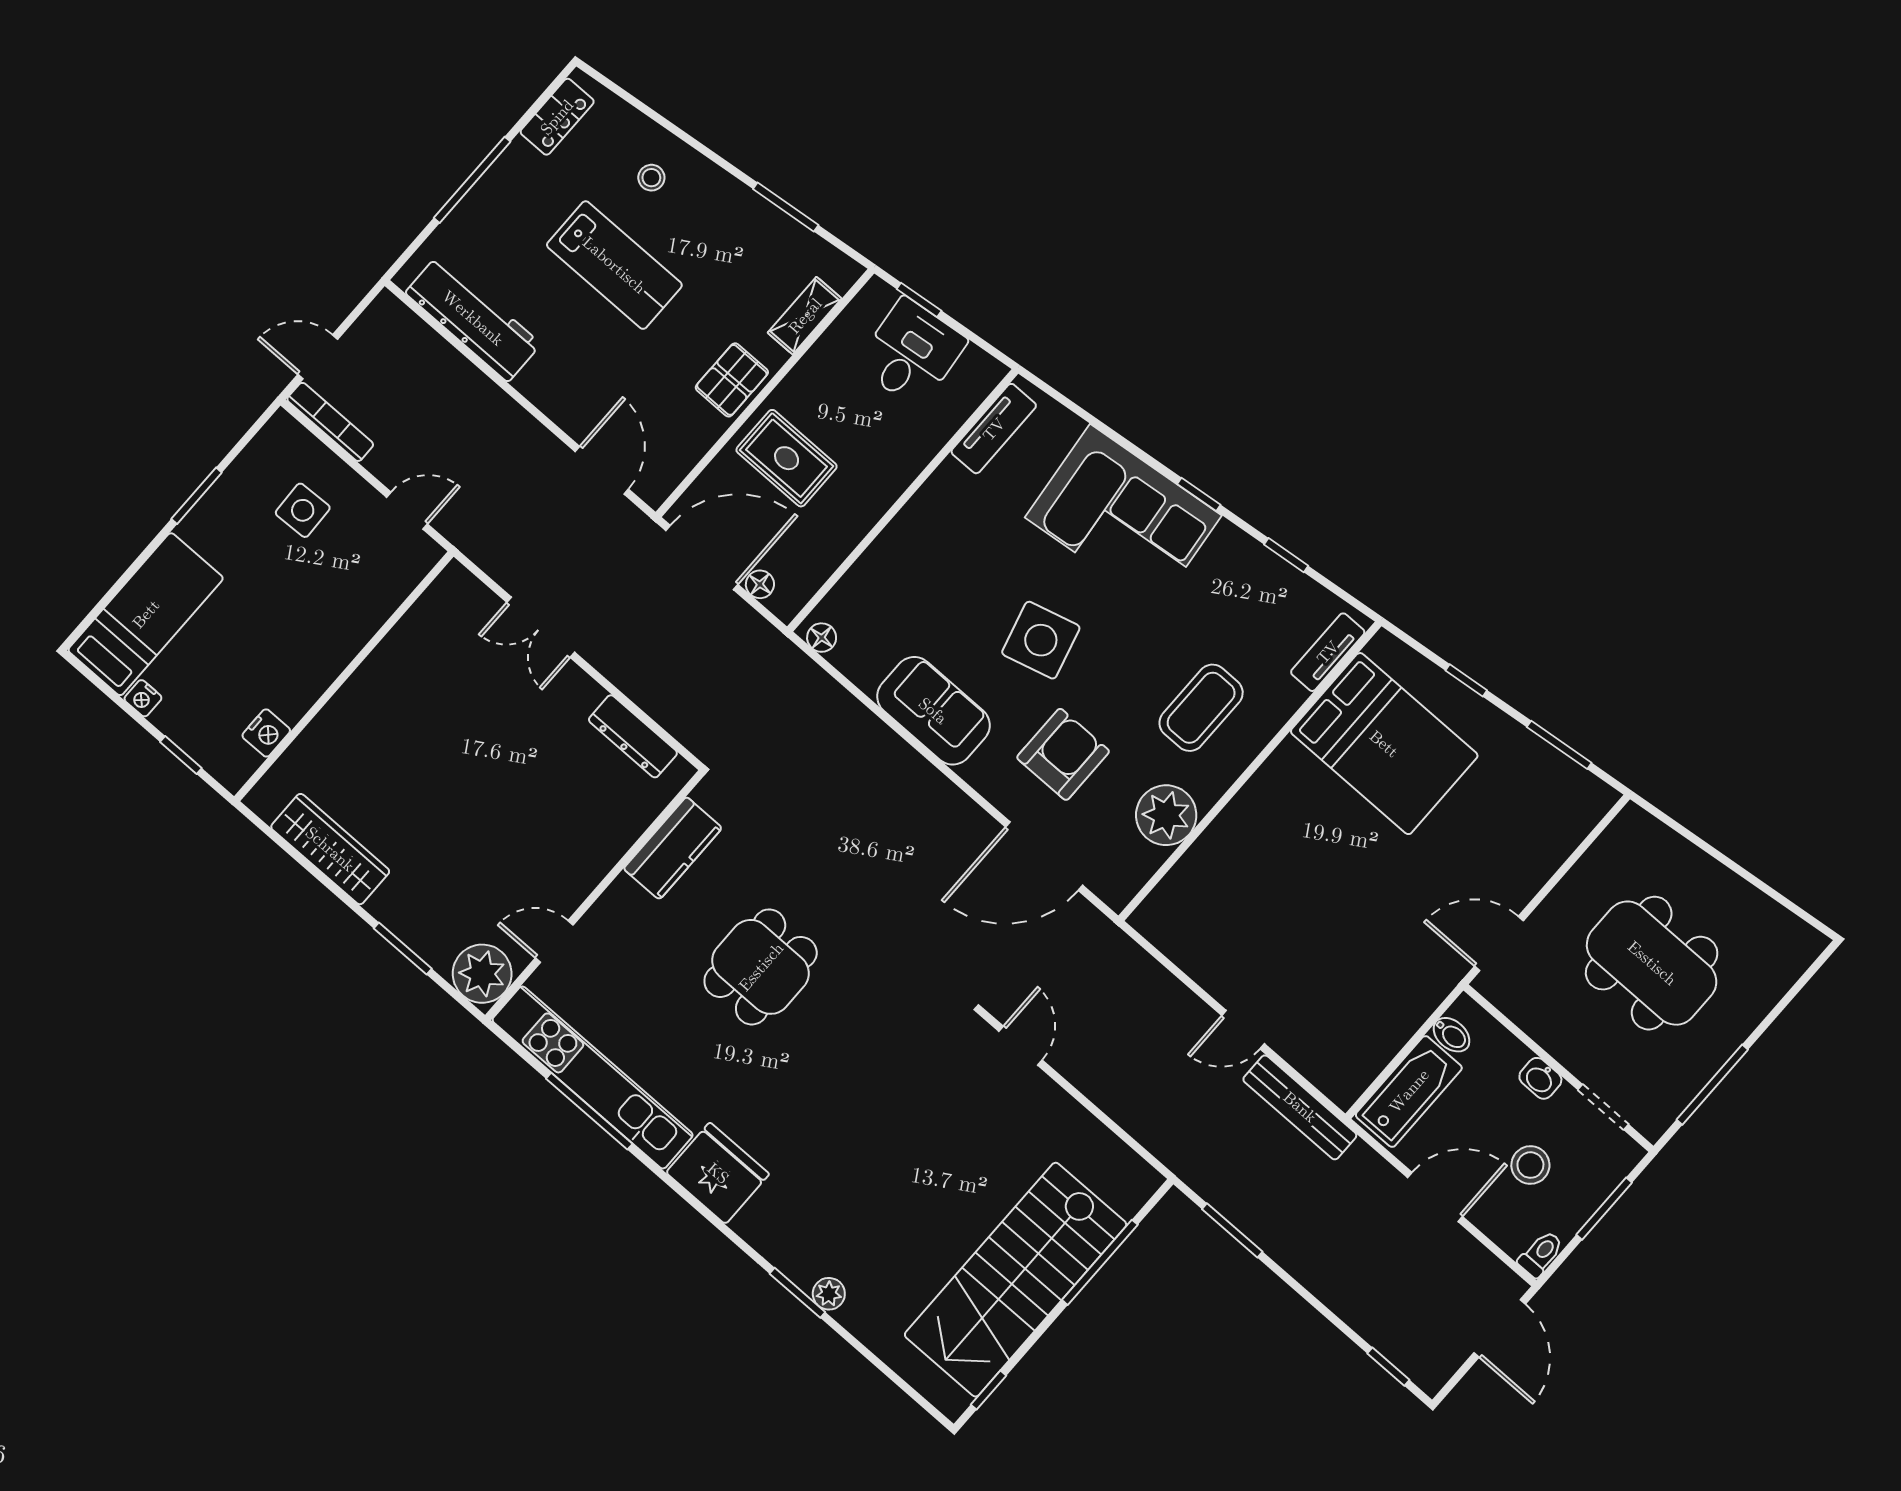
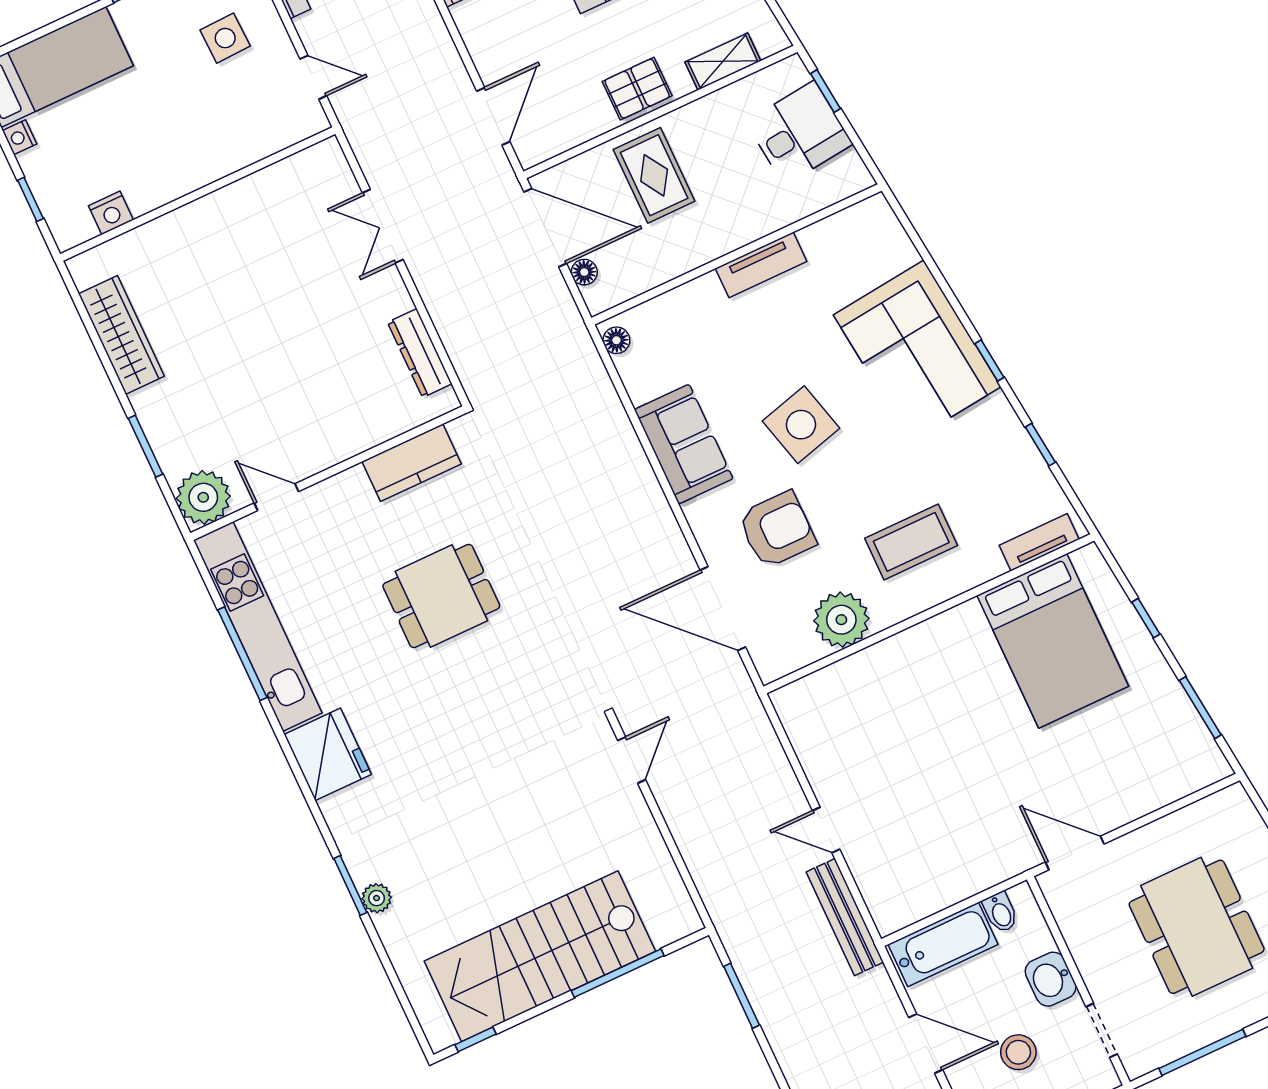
tv unit: (994, 429) -> (761, 265), moved
washbasin: (1540, 1078) -> (1051, 979), width x1.38, depth x1.45

